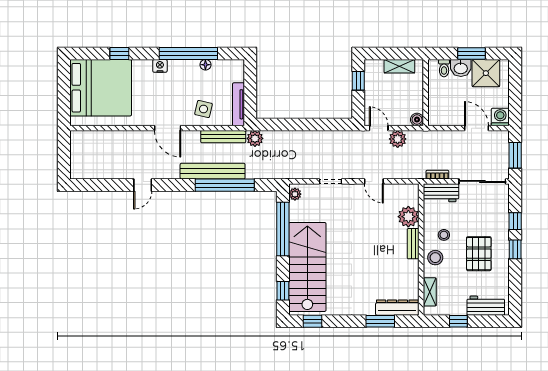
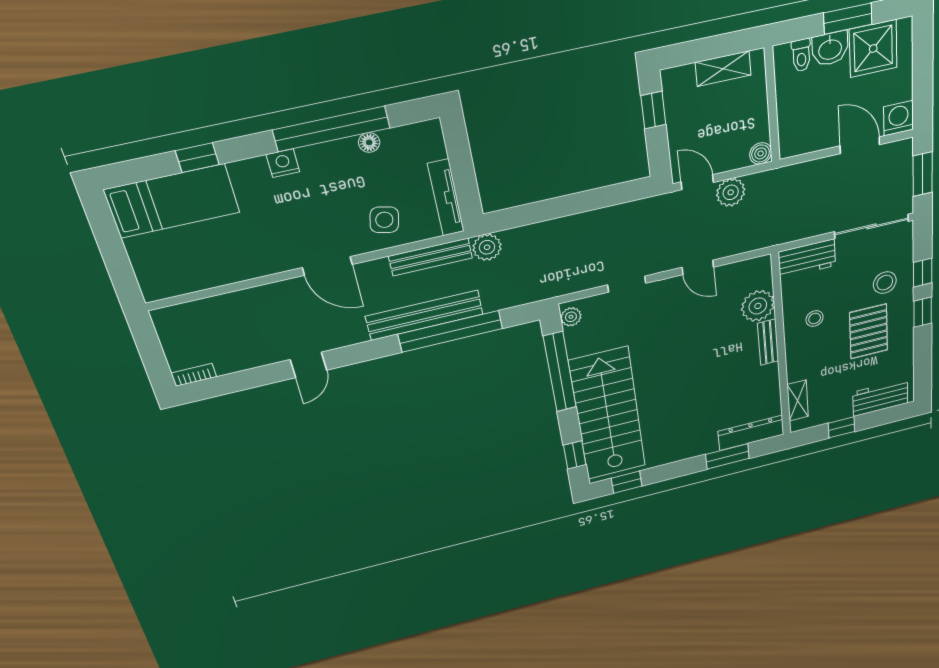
bed: (101, 88) -> (172, 201), width x0.49
bookcase: (437, 175) -> (194, 375), moved
stool: (435, 258) -> (885, 283), moved

